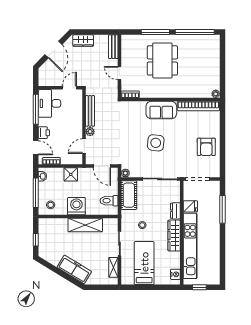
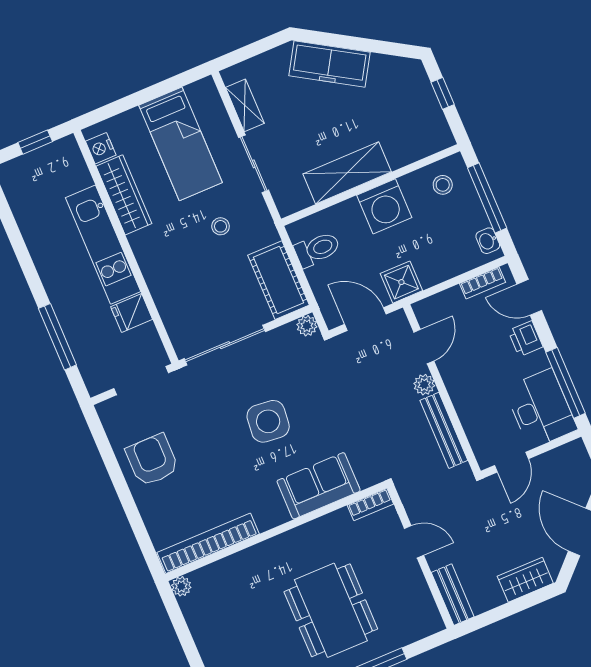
sofa: (161, 110) -> (319, 486), moved
shower: (71, 174) -> (401, 282), moved
dresser: (175, 211) -> (160, 289), removed
wardrobe: (174, 236) -> (124, 195), moved
kitchen unit: (190, 246) -> (103, 245), width x0.73

